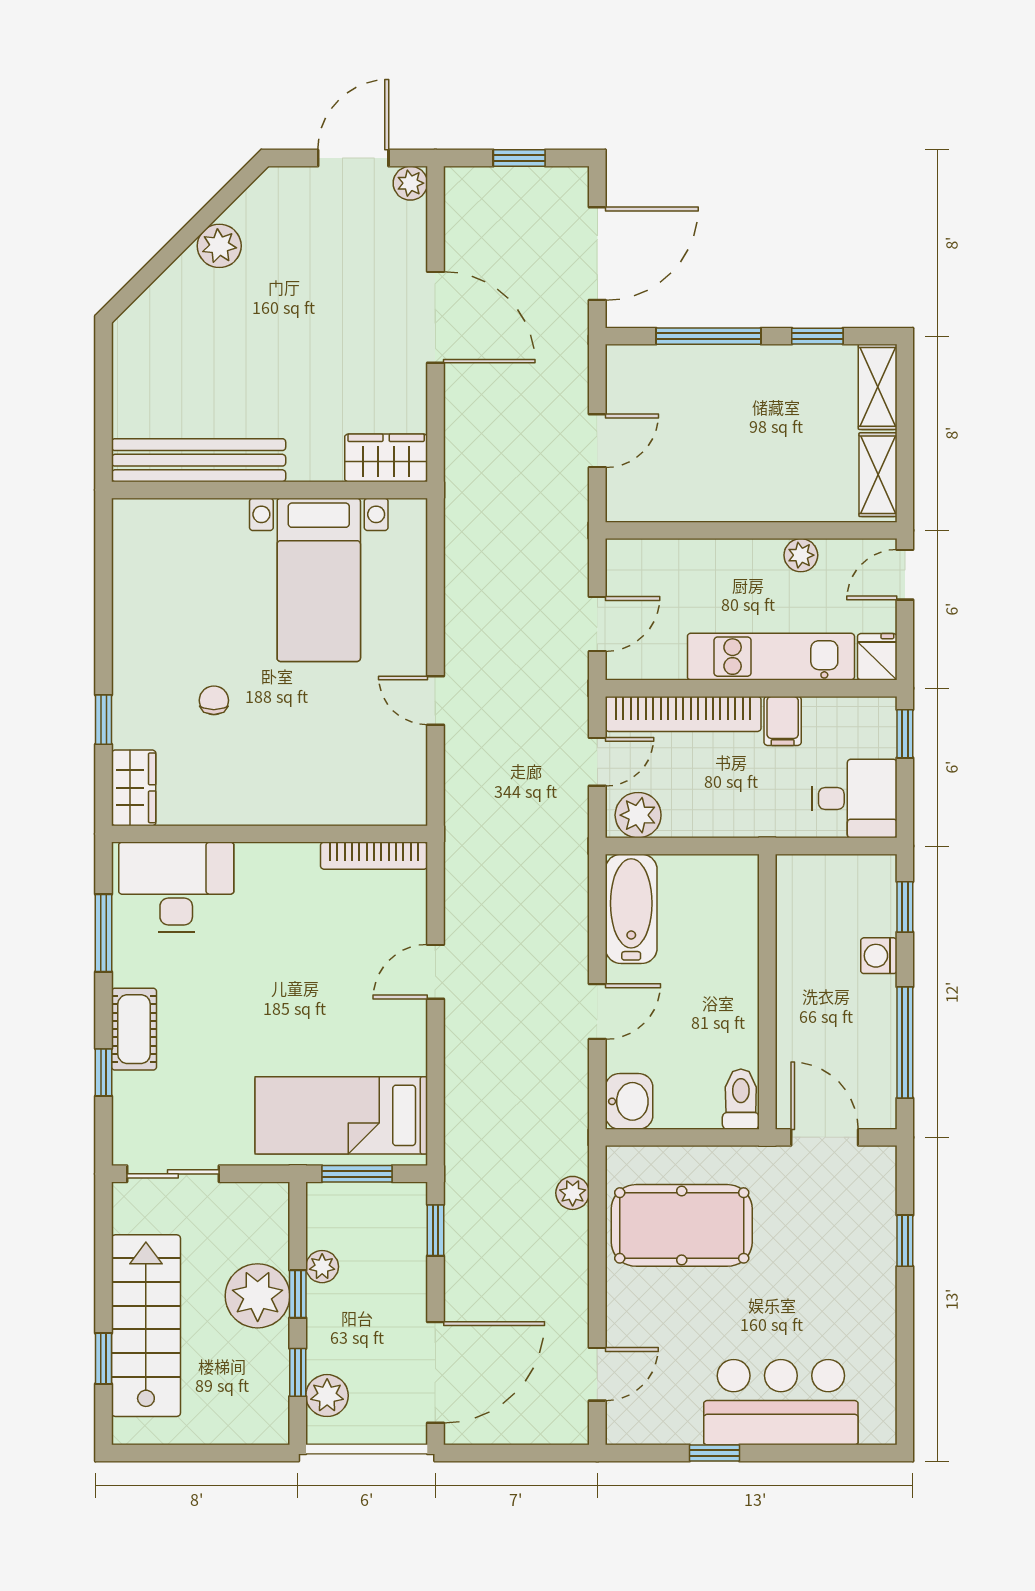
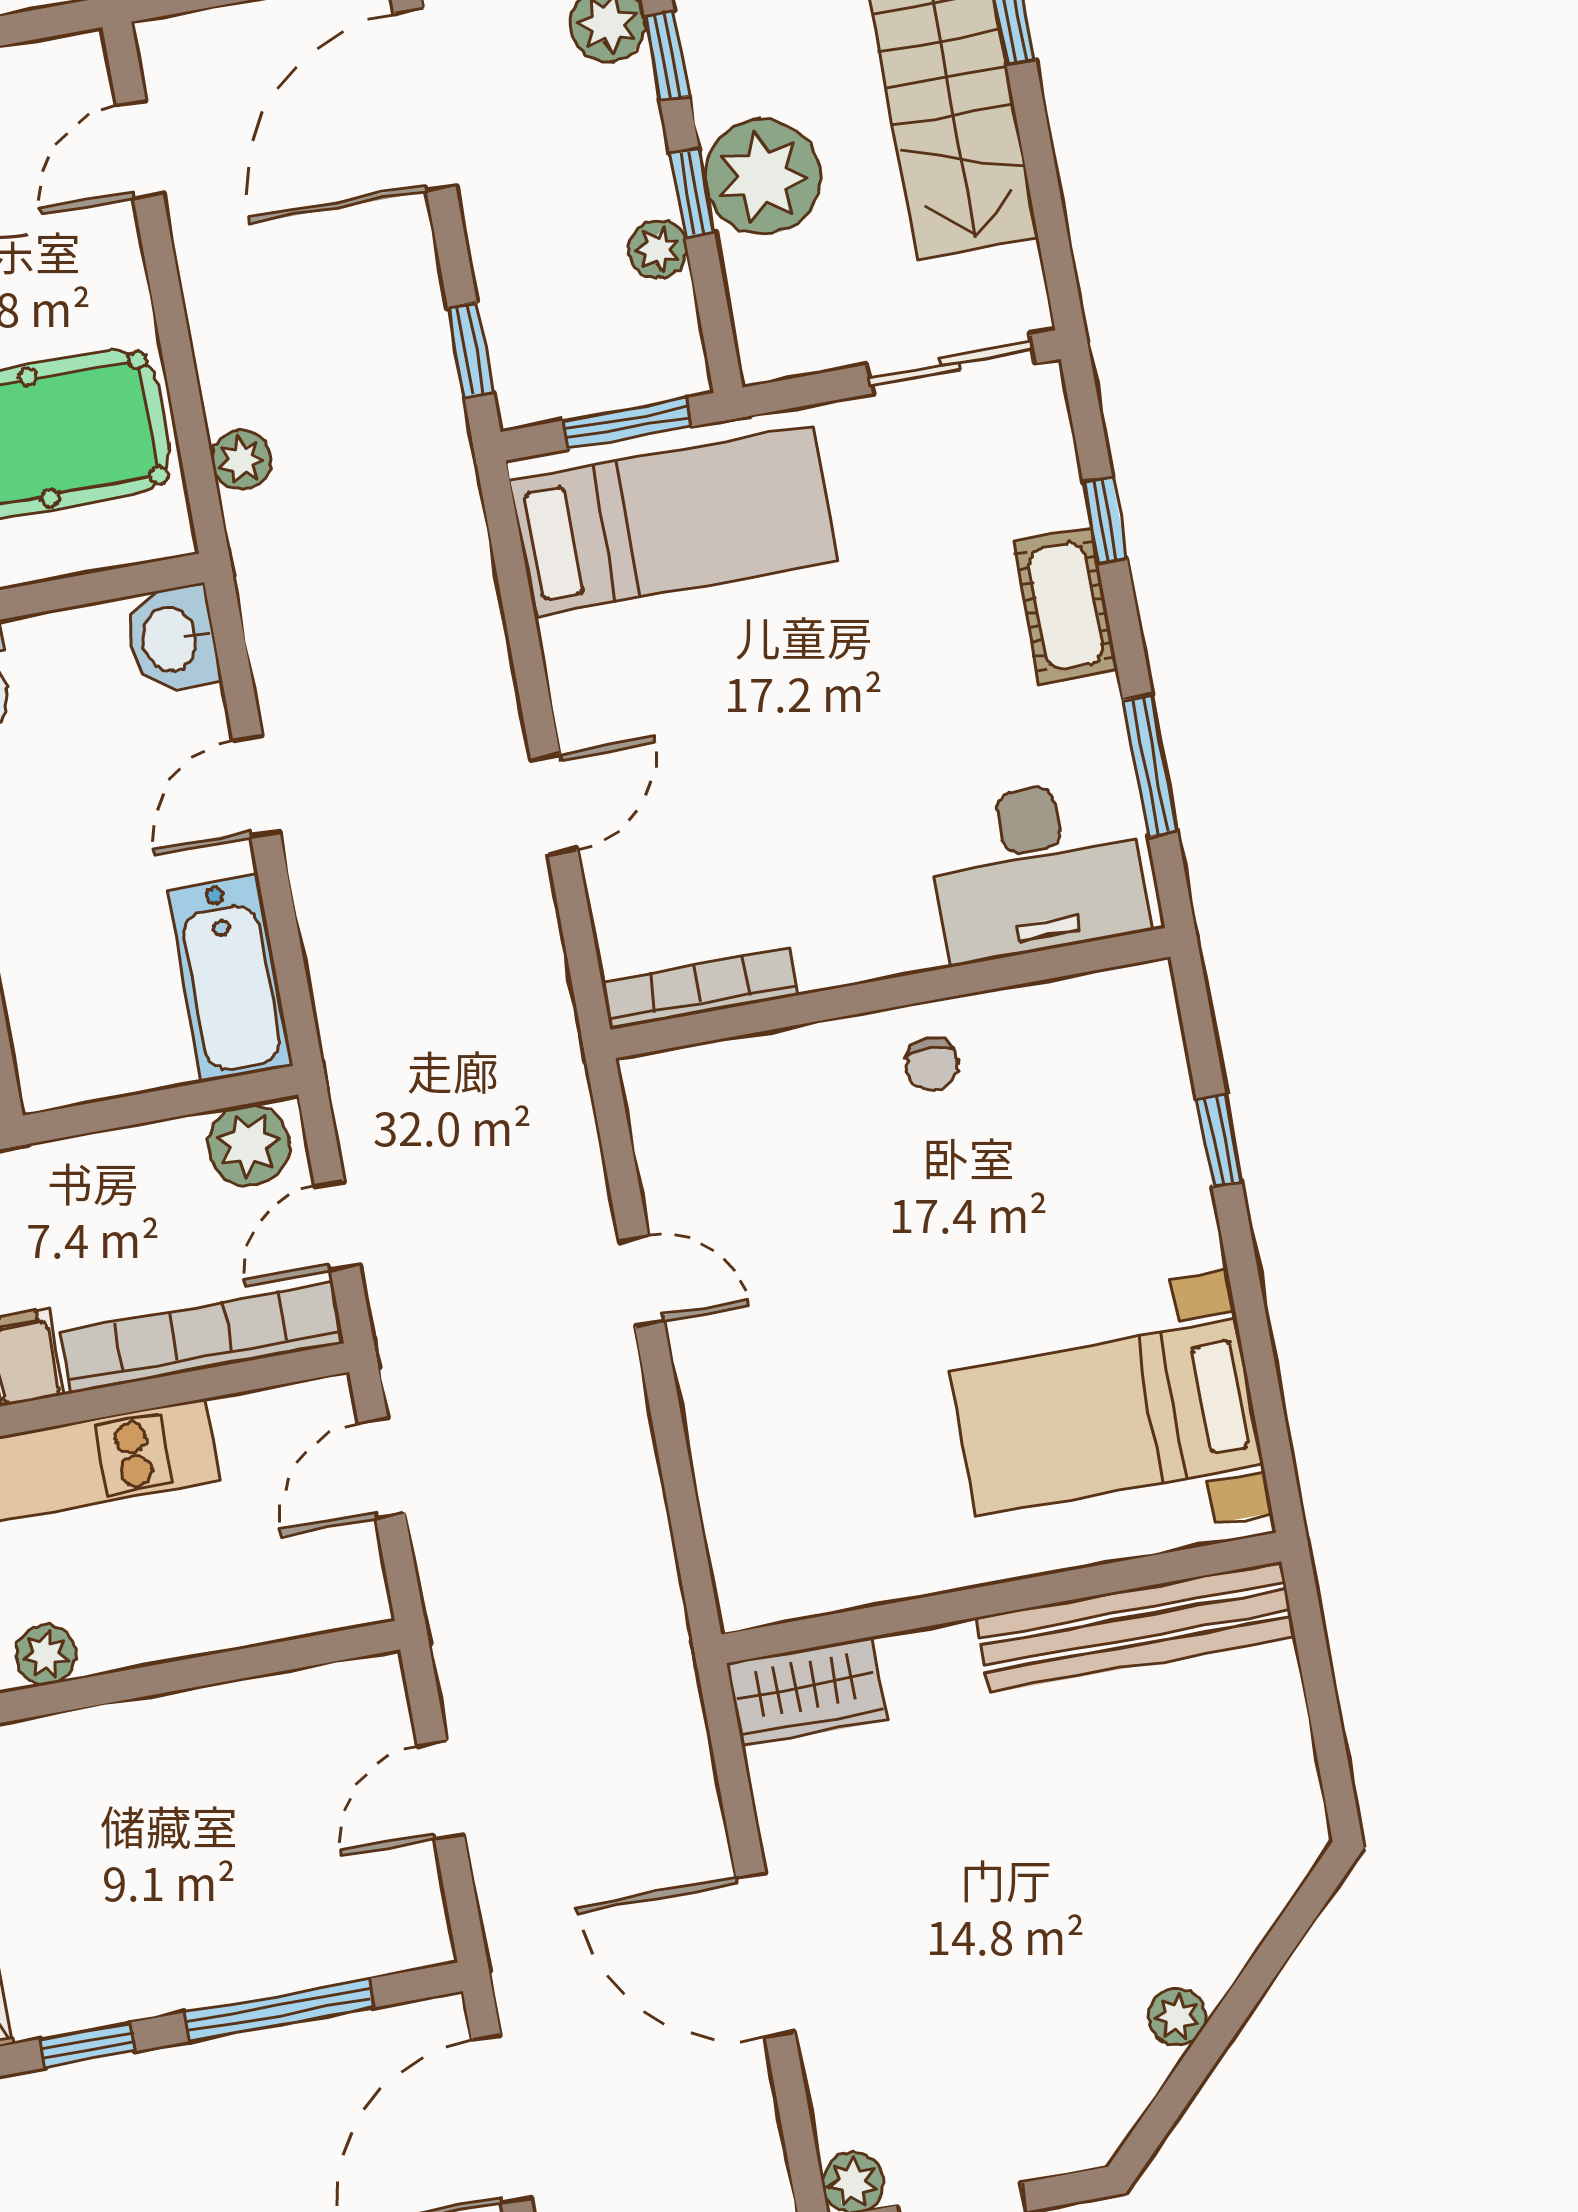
plant: (219, 246) -> (1177, 2017), width x0.73, depth x0.73
bed with nightstands: (319, 580) -> (1106, 1418), moved, turned -90
chair: (214, 700) -> (932, 1064), moved
wardrobe: (134, 788) -> (1144, 1030), removed

